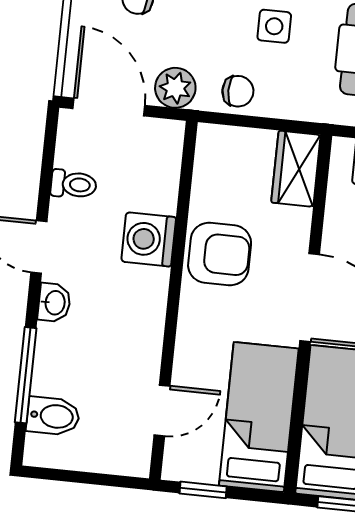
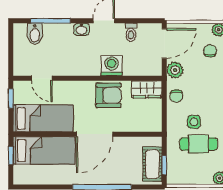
side table: (274, 26) -> (194, 122), moved
wardrobe: (296, 169) -> (147, 89), moved, turned 180
armchair: (220, 254) -> (109, 95), turned -90

